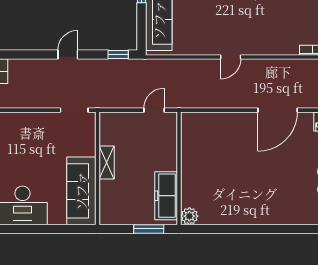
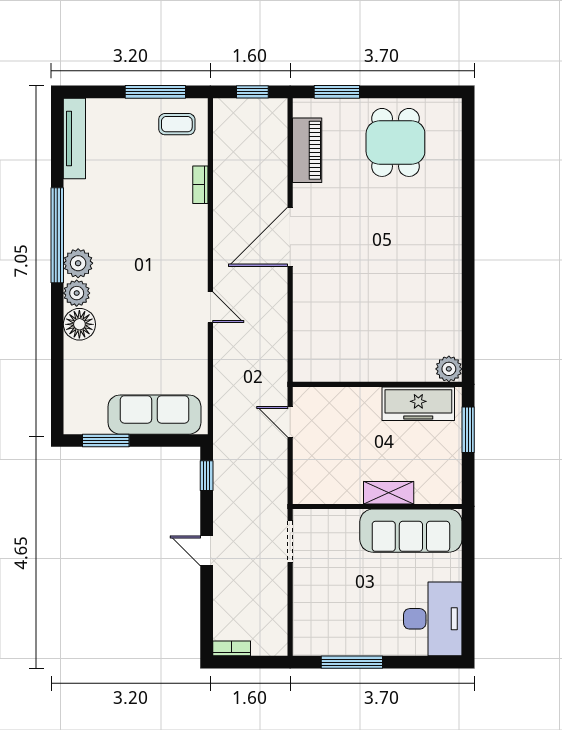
door: (278, 110) -> (290, 237), swing flipped
shelving: (107, 163) -> (389, 493), moved

